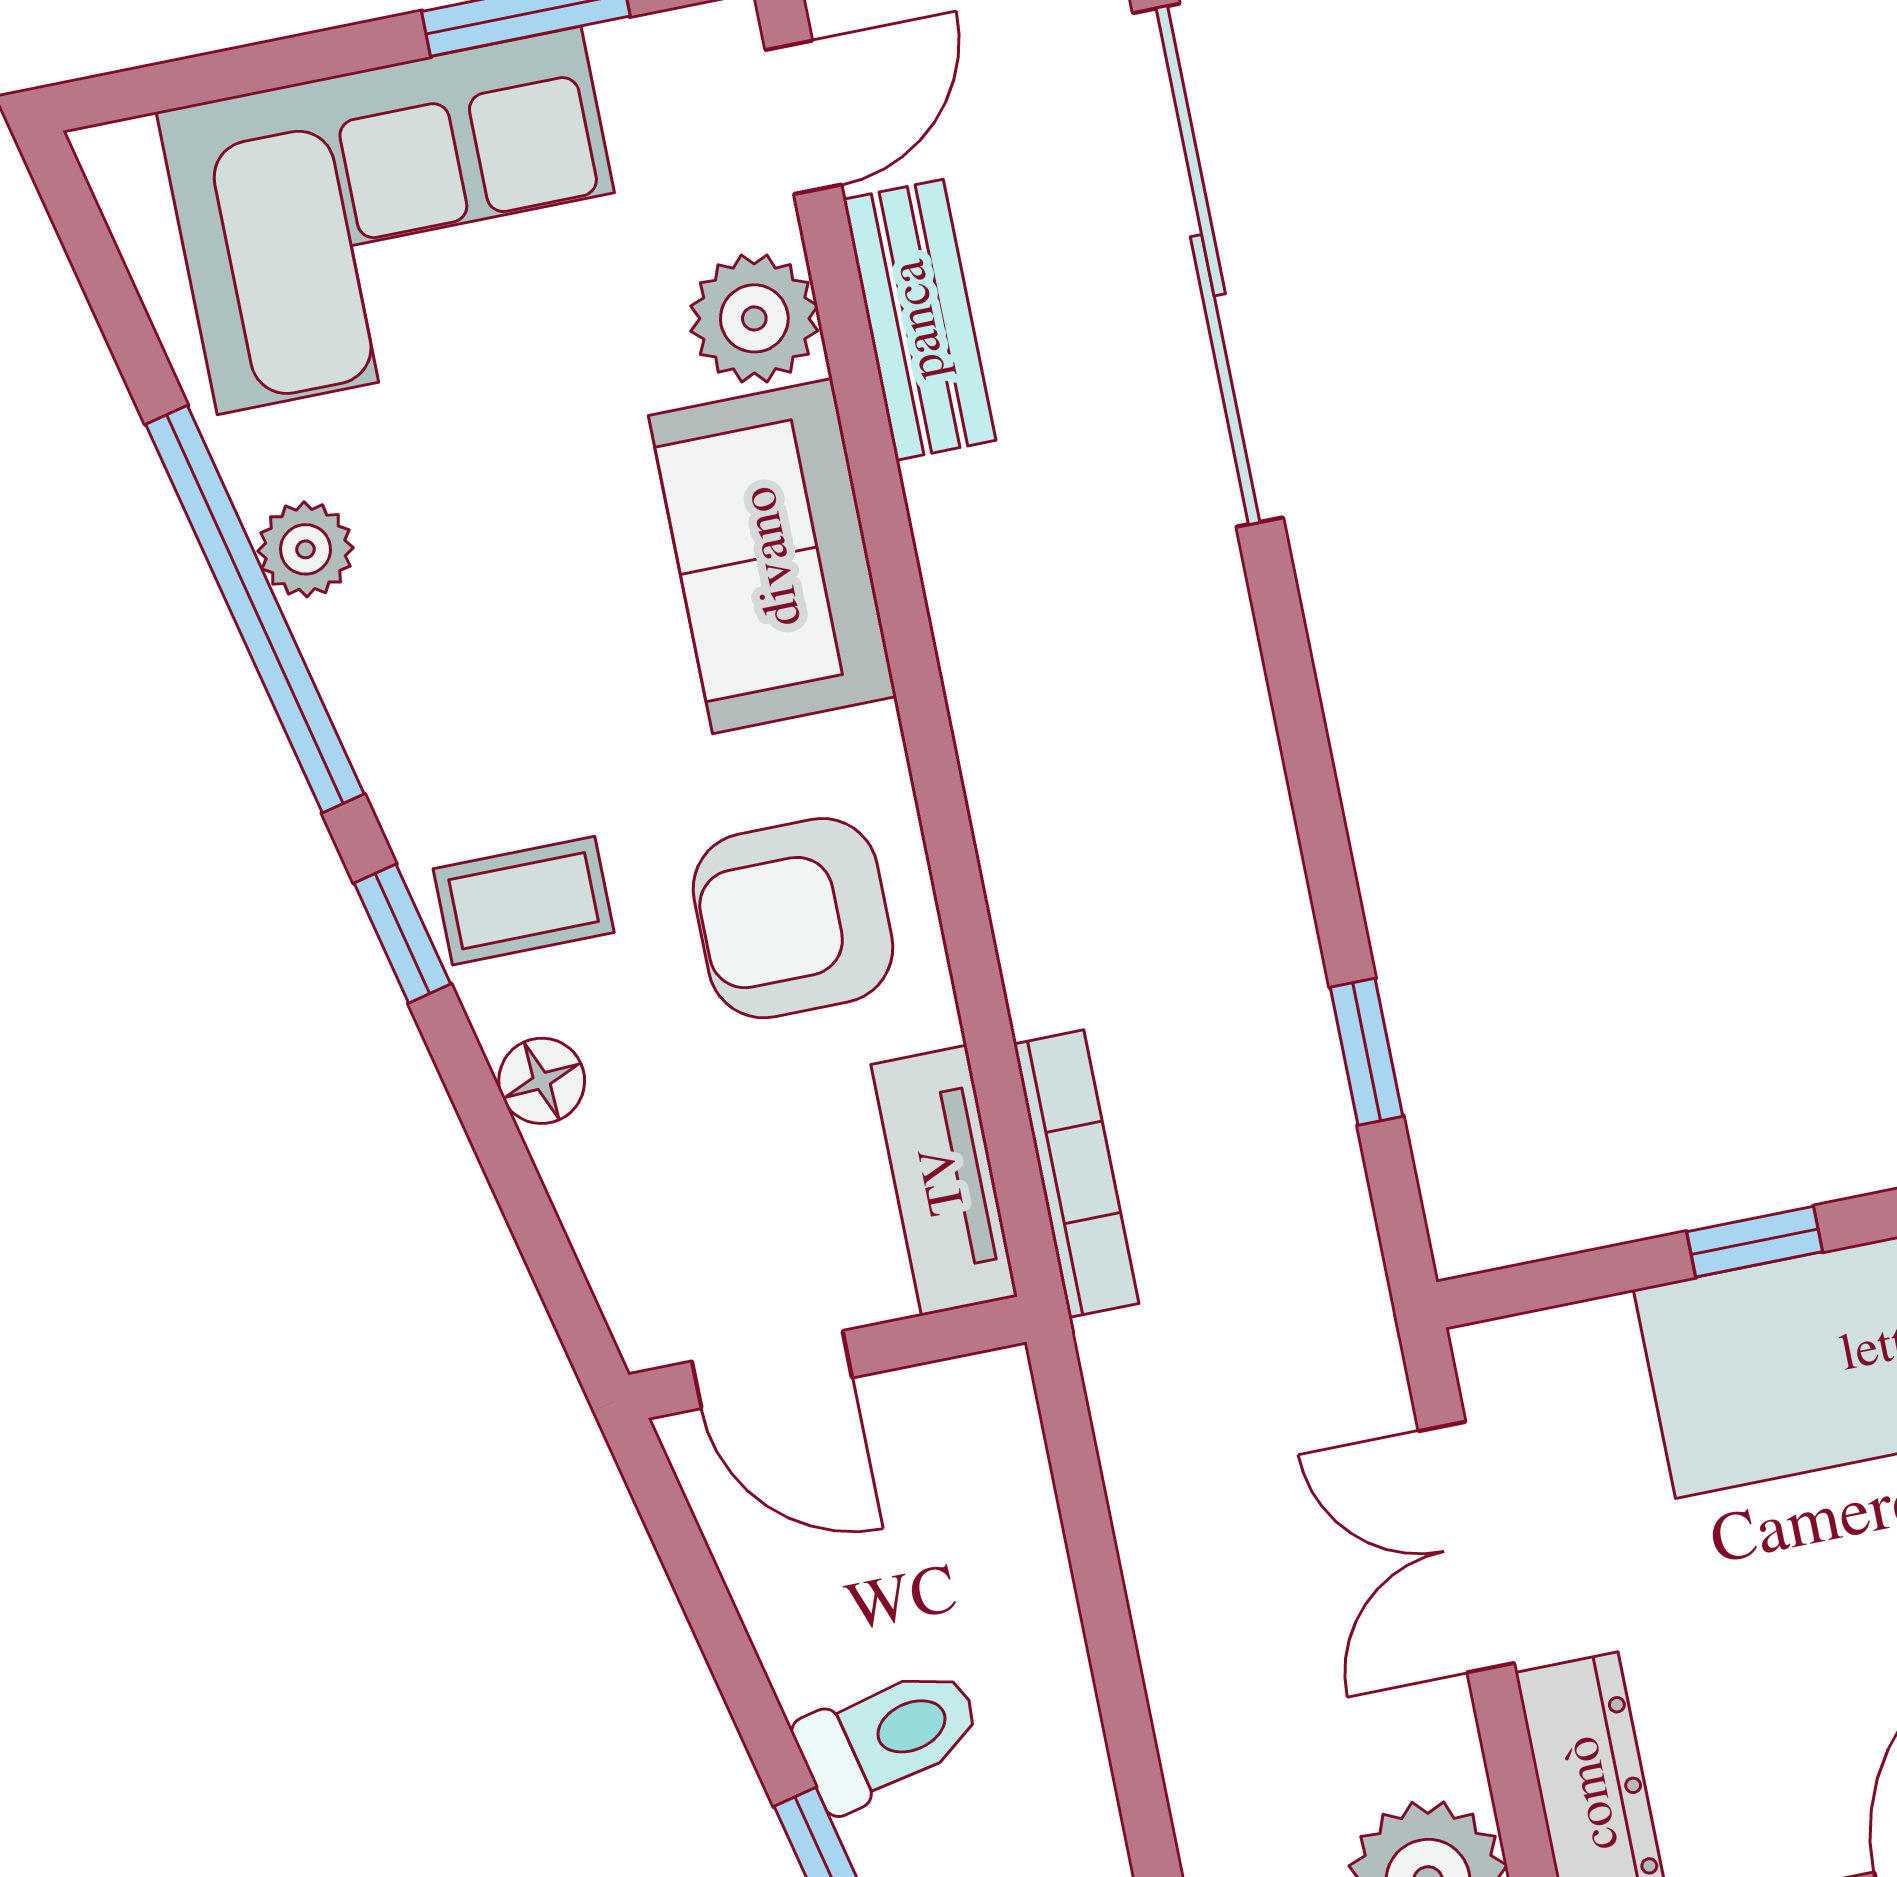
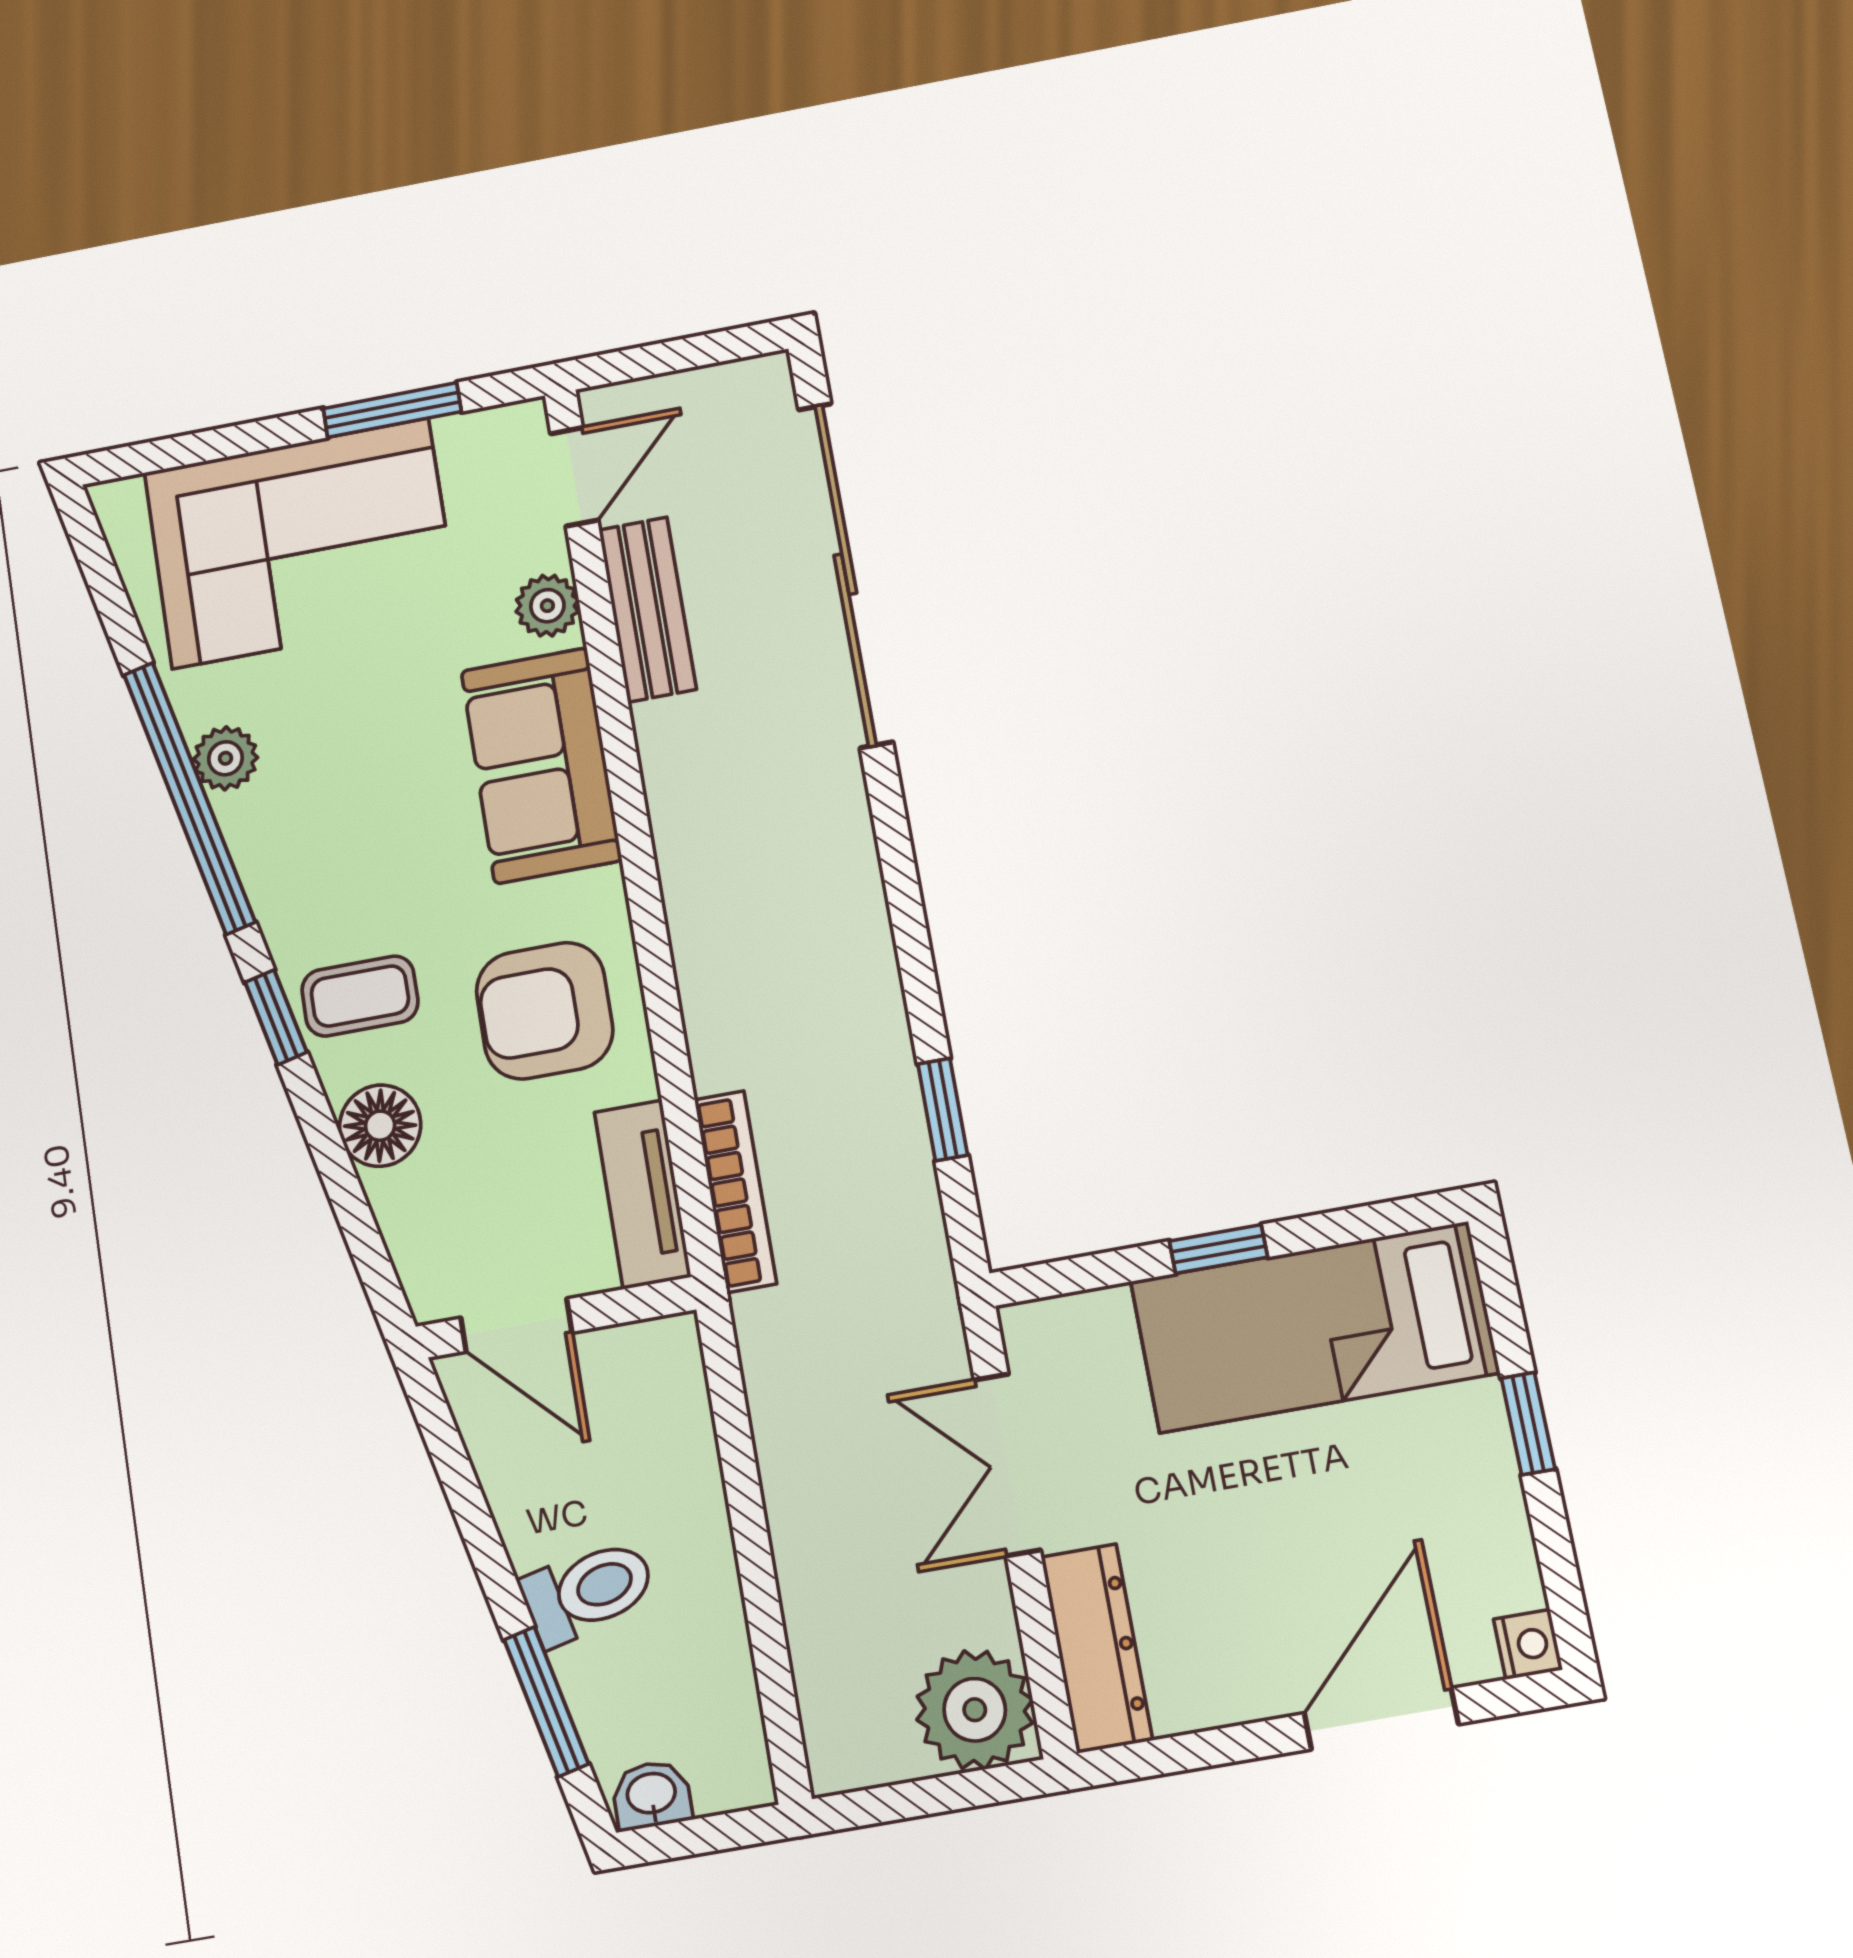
plant: (754, 318) -> (547, 606), width x0.73, depth x0.73
floor lamp: (542, 1081) -> (380, 1126), width x1.37, depth x1.37

